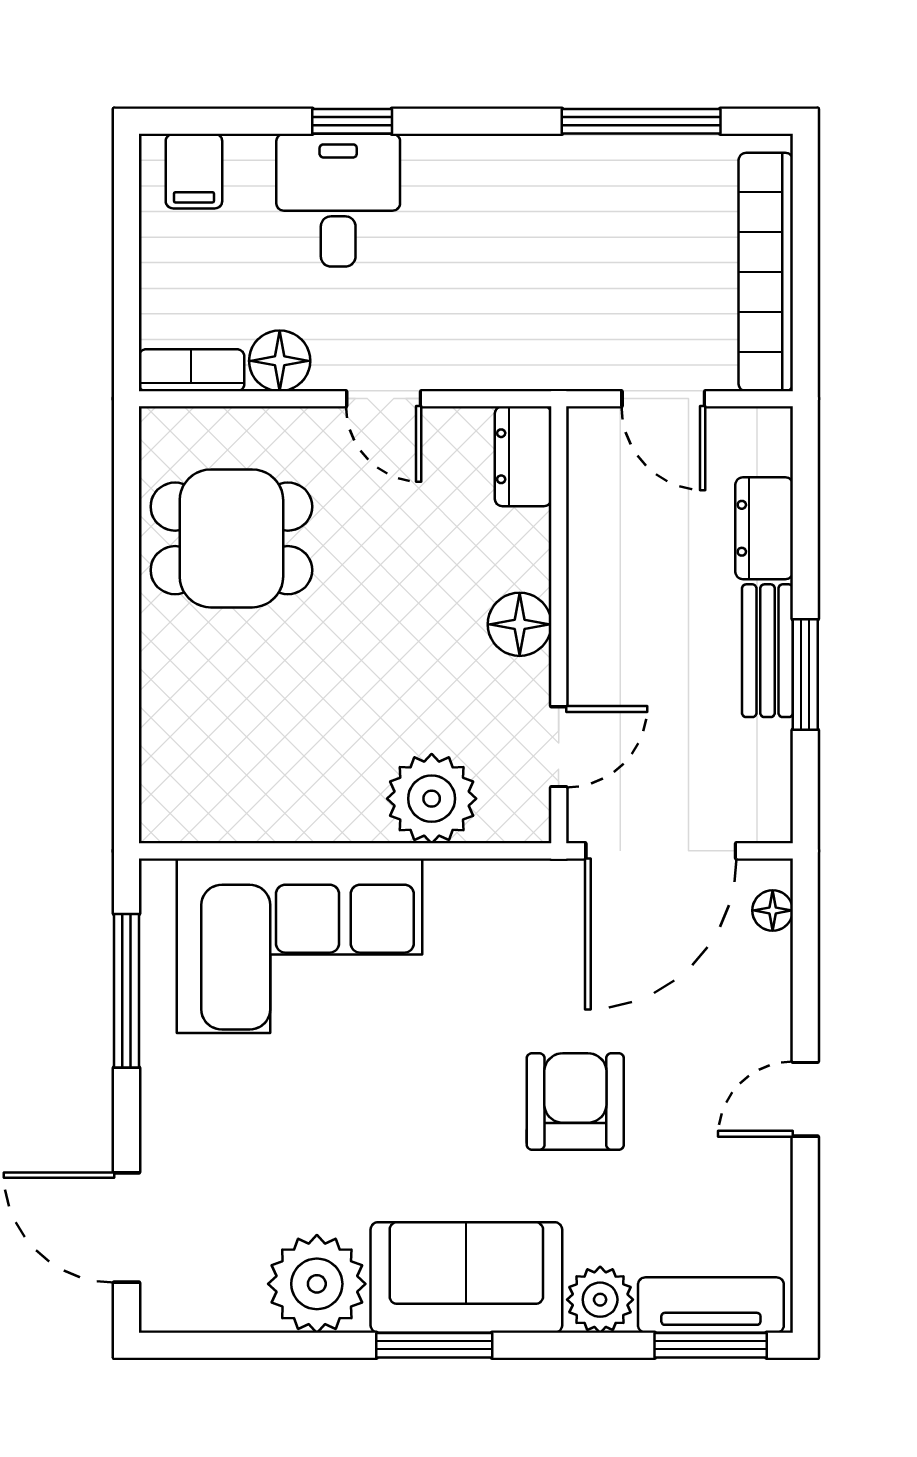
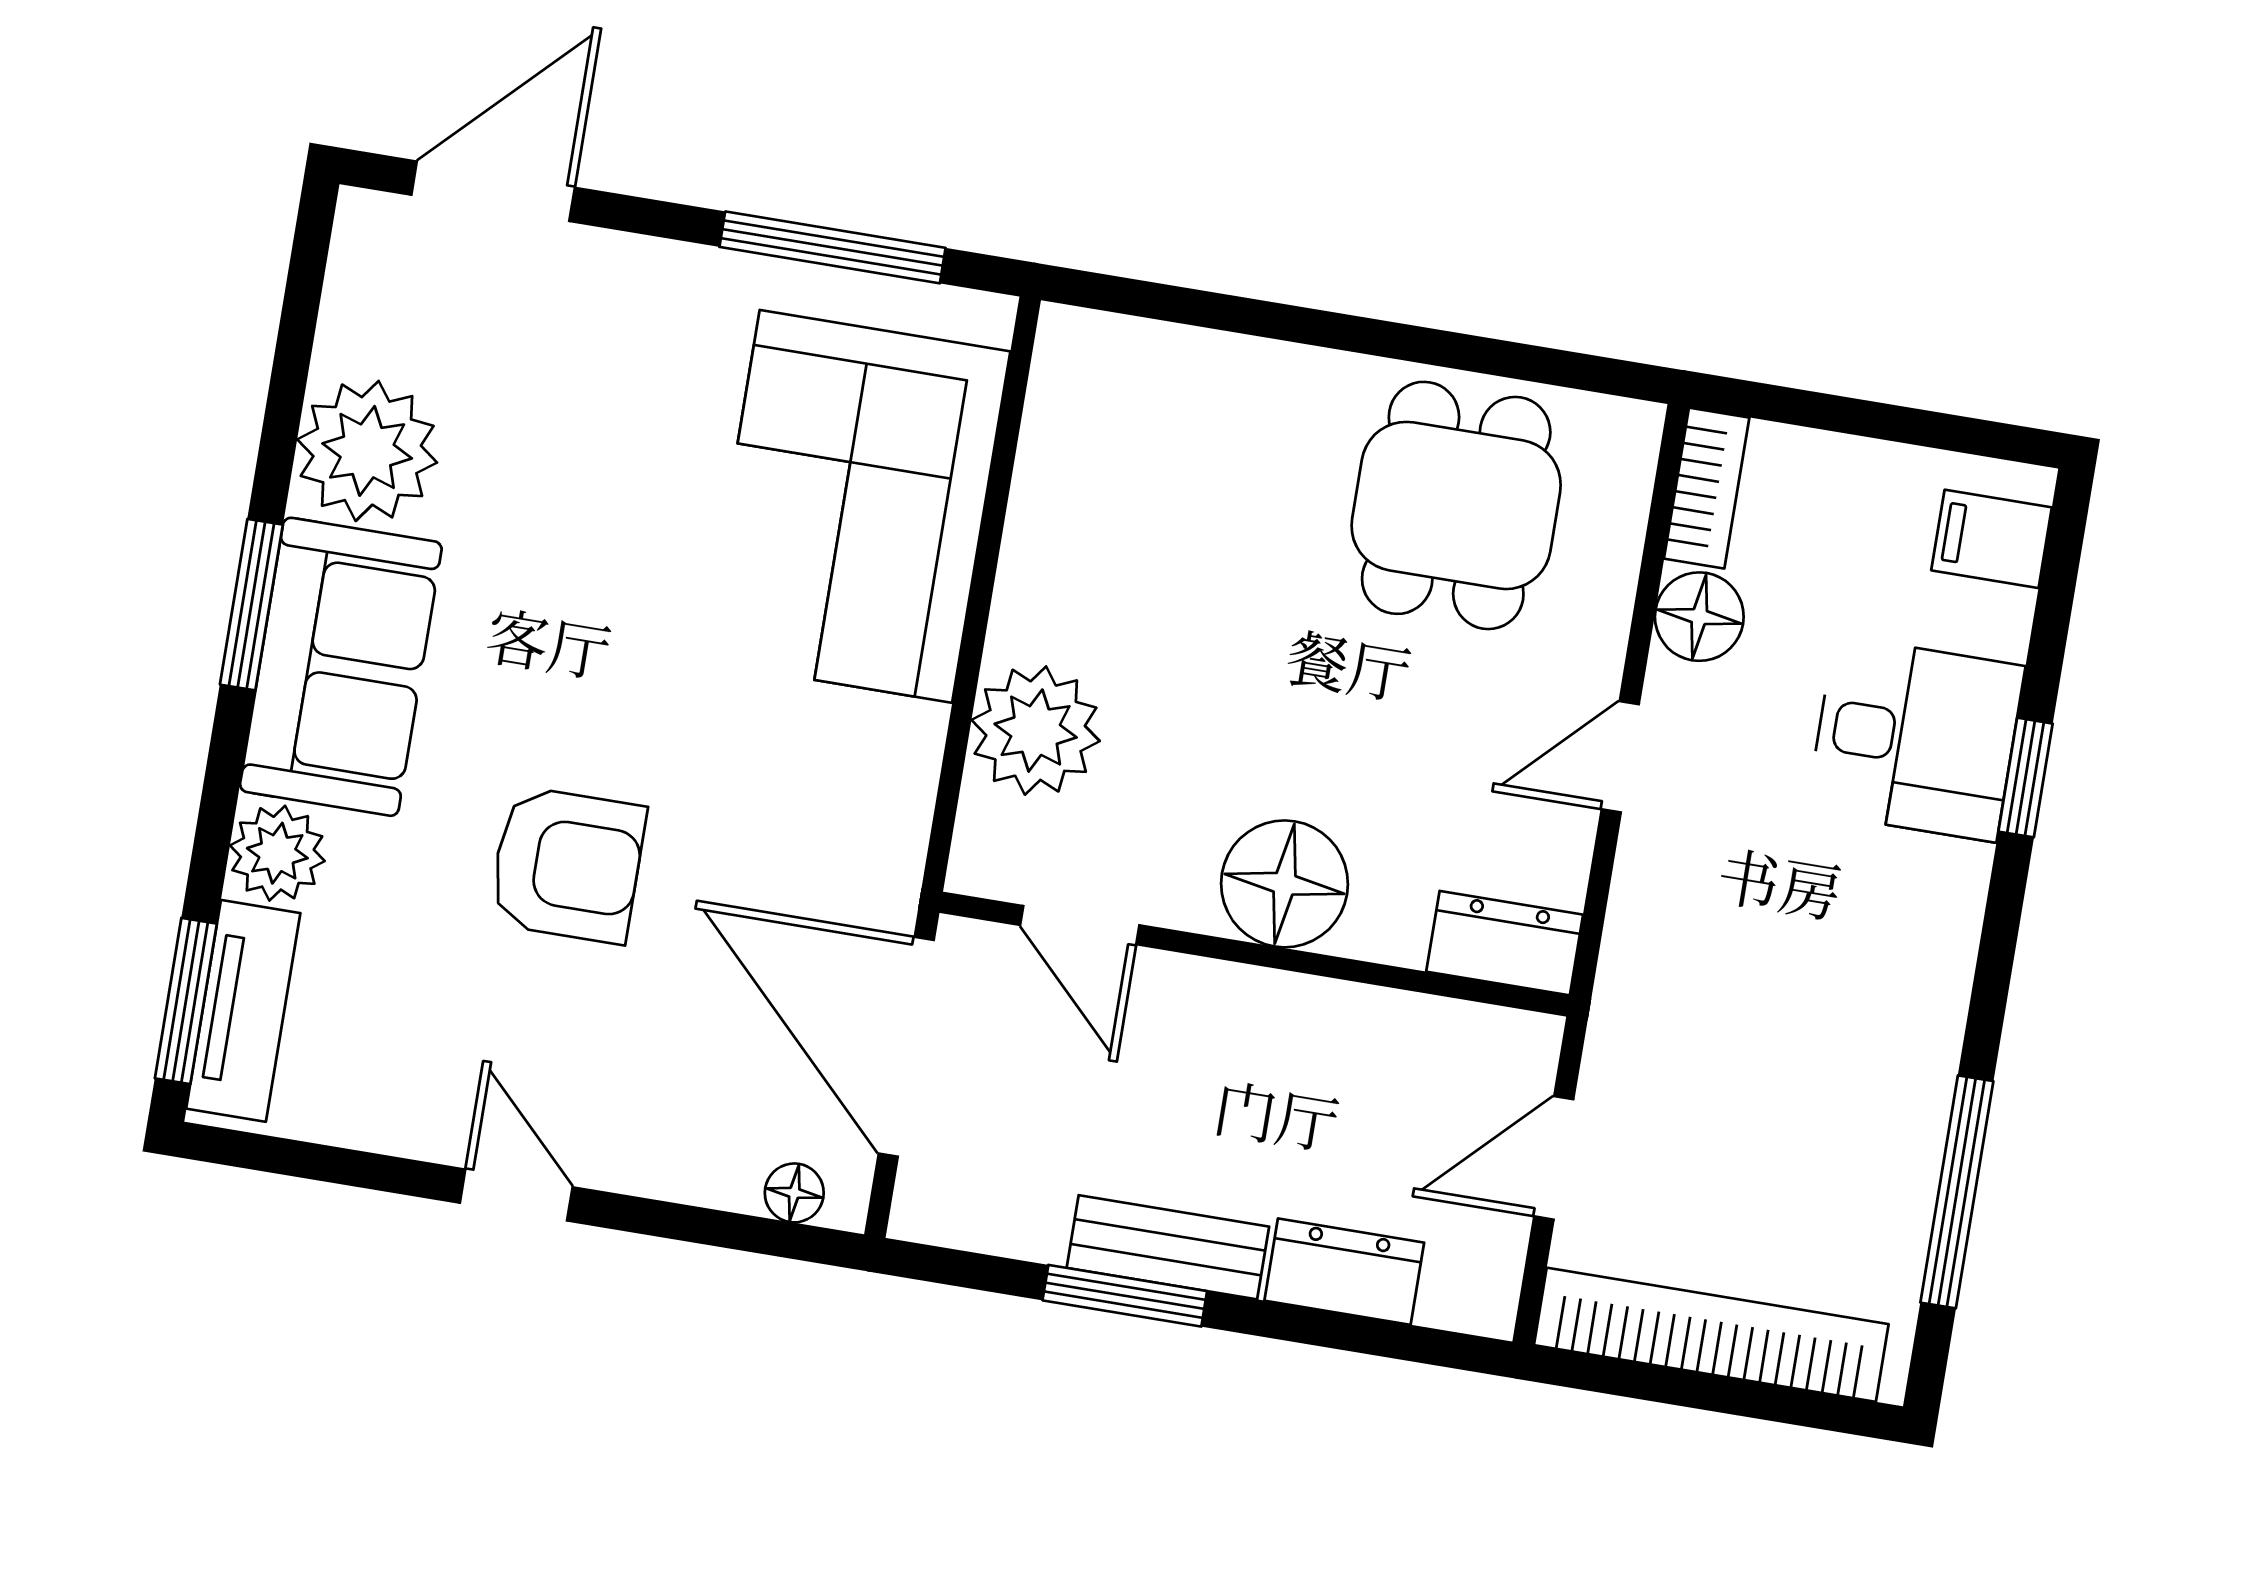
floor lamp: (520, 624) -> (1285, 884), width x1.38, depth x1.38

